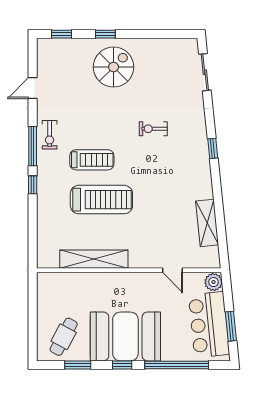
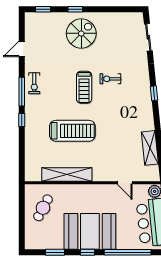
treadmill: (92, 160) -> (84, 87), moved, turned 90
cafe table: (64, 337) -> (43, 208), moved

